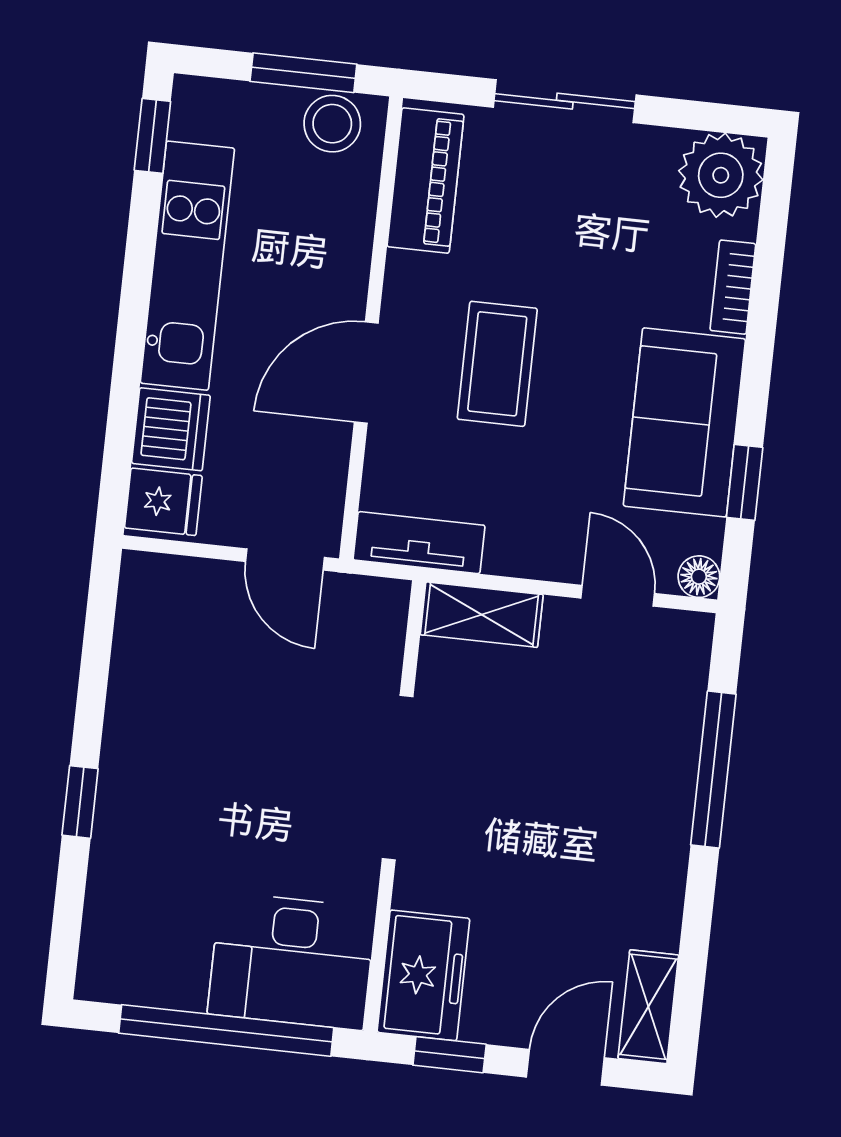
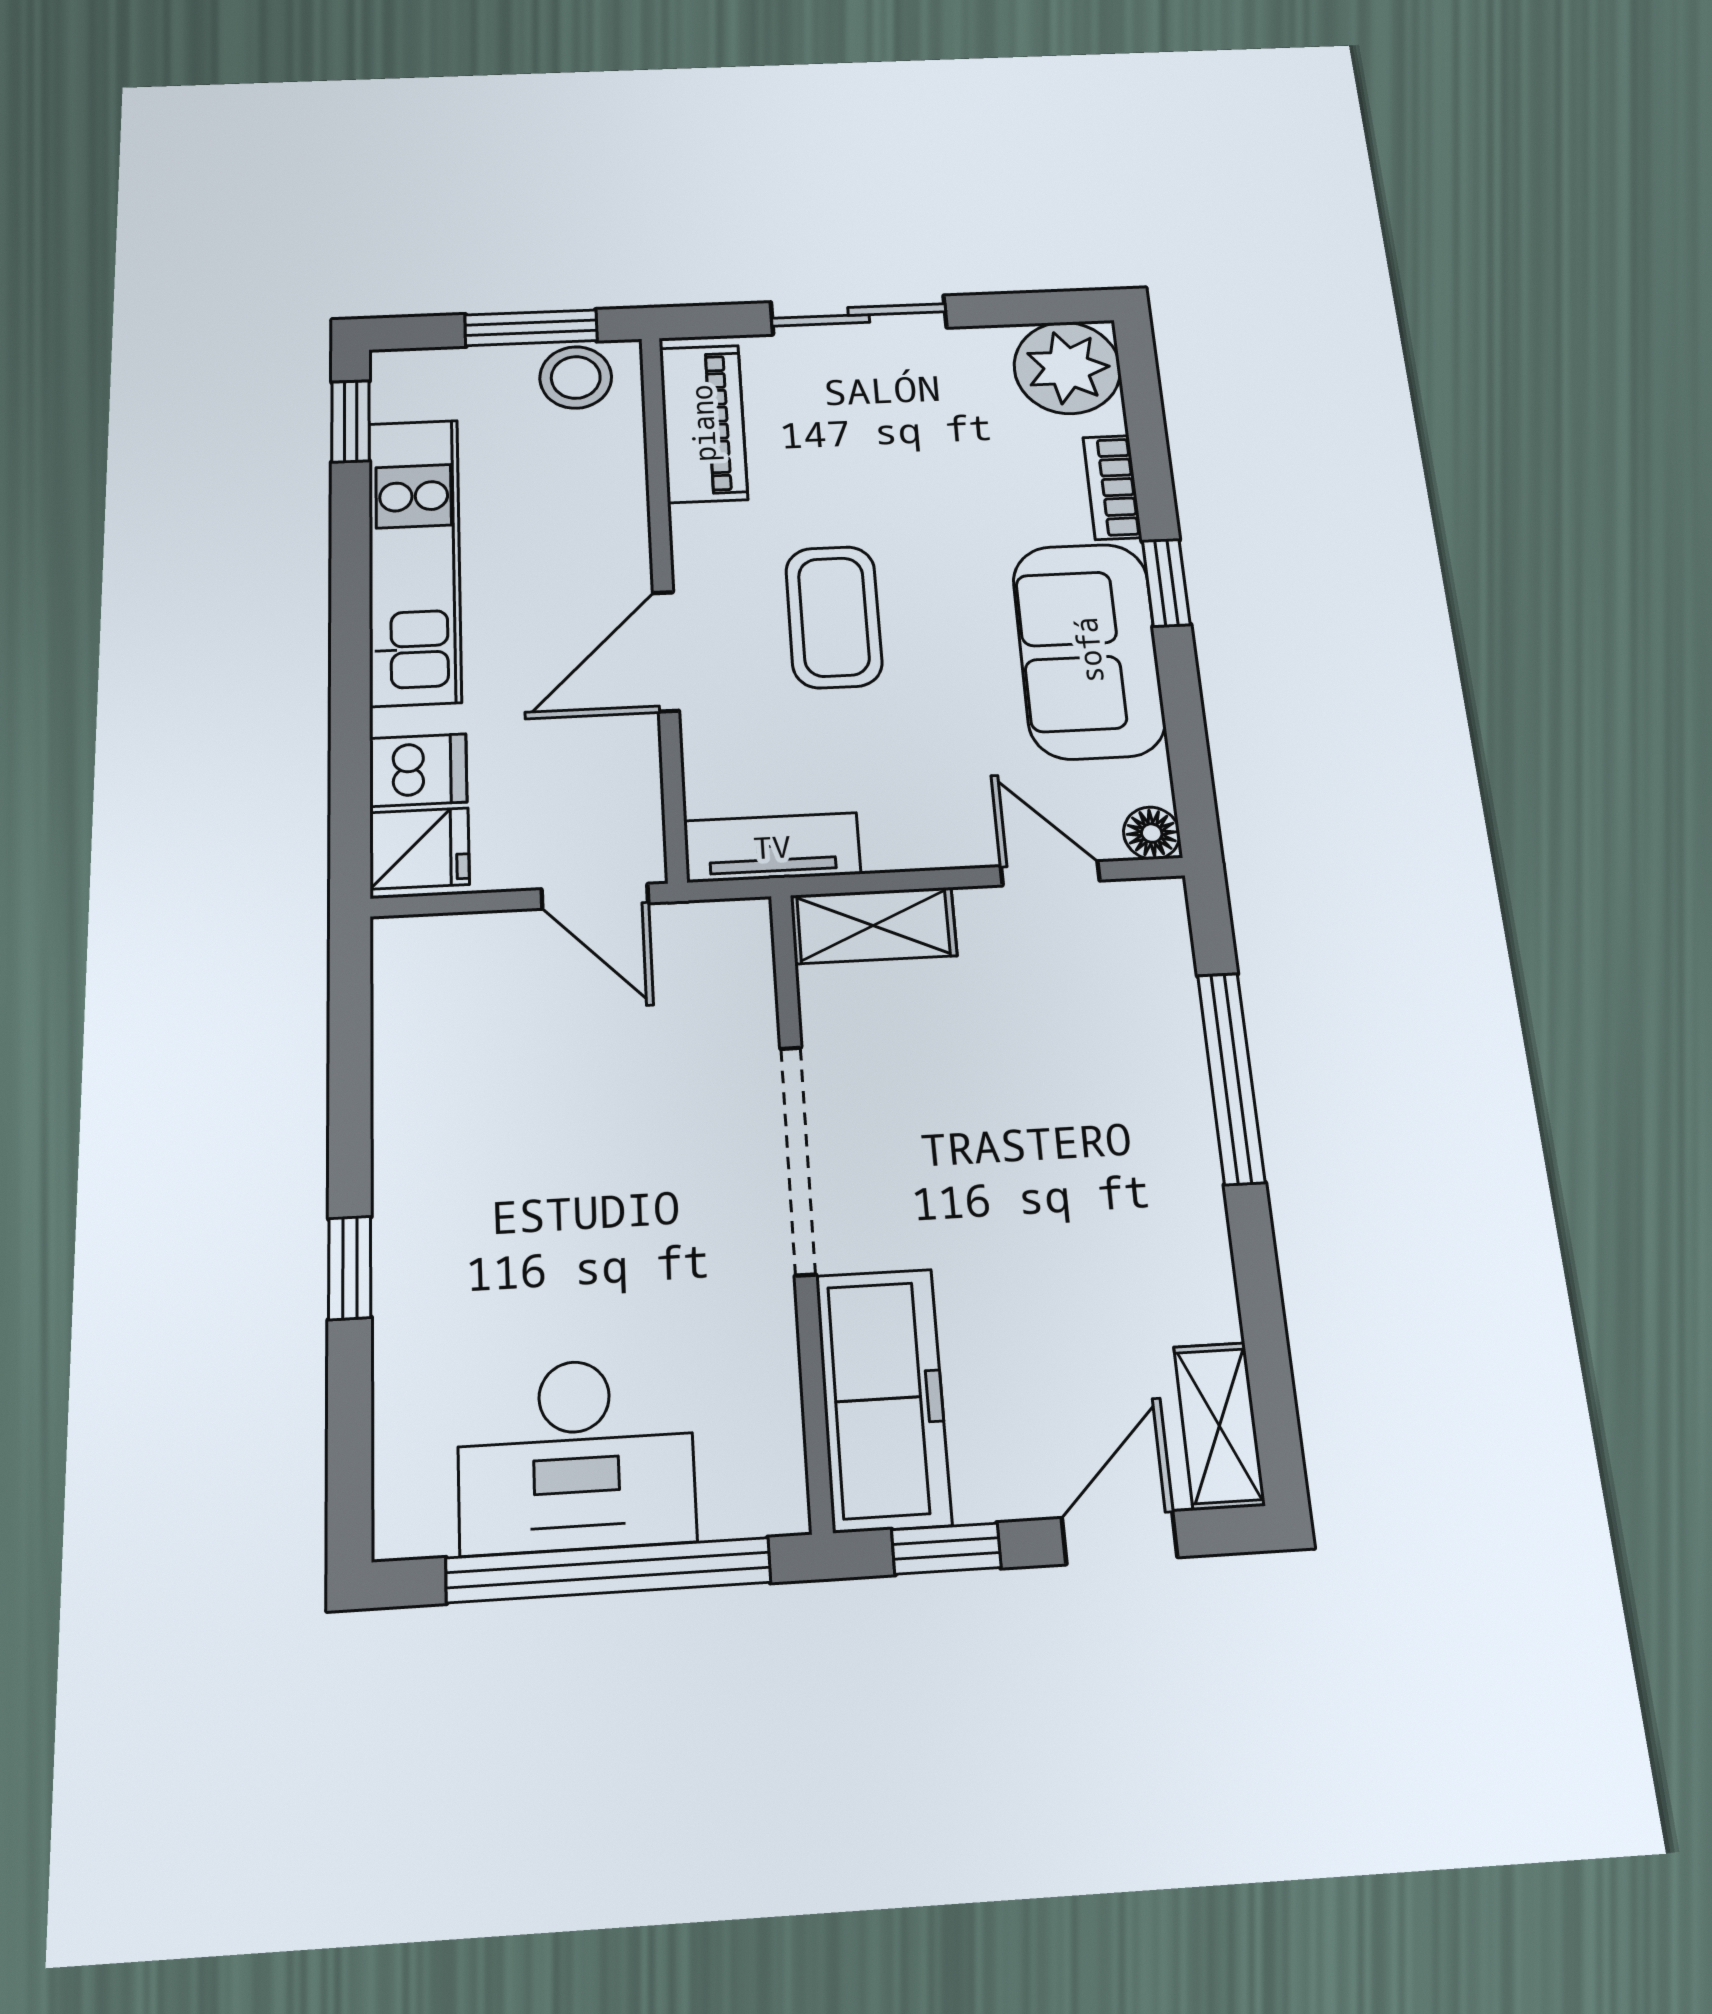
dishwasher: (171, 429) -> (418, 770), width x0.73
window: (745, 482) -> (1166, 583), moved
desk: (292, 961) -> (576, 1455), moved
freezer: (423, 975) -> (883, 1399), width x1.40

